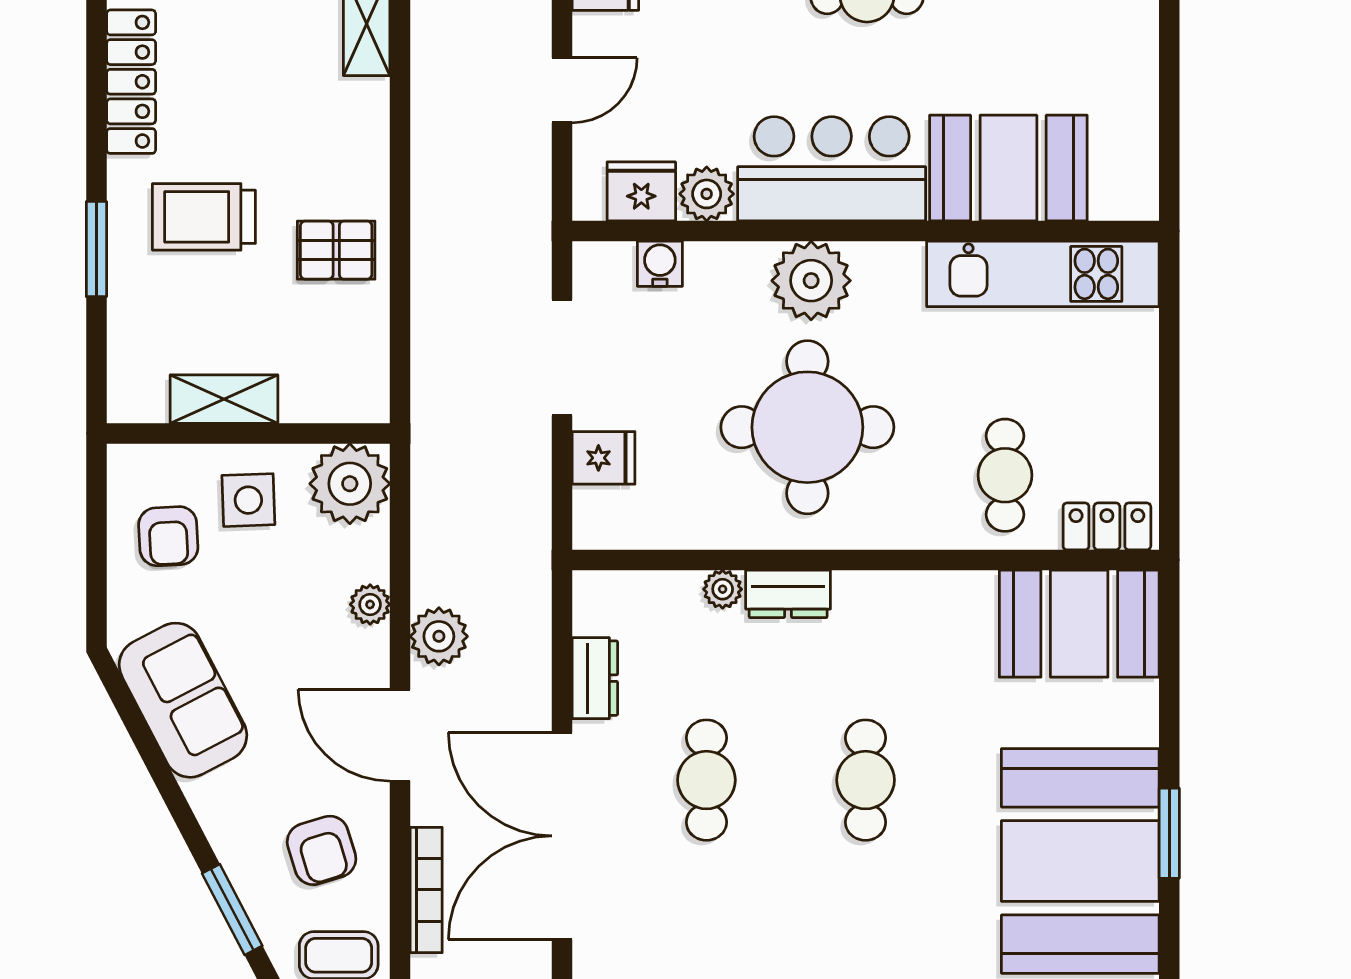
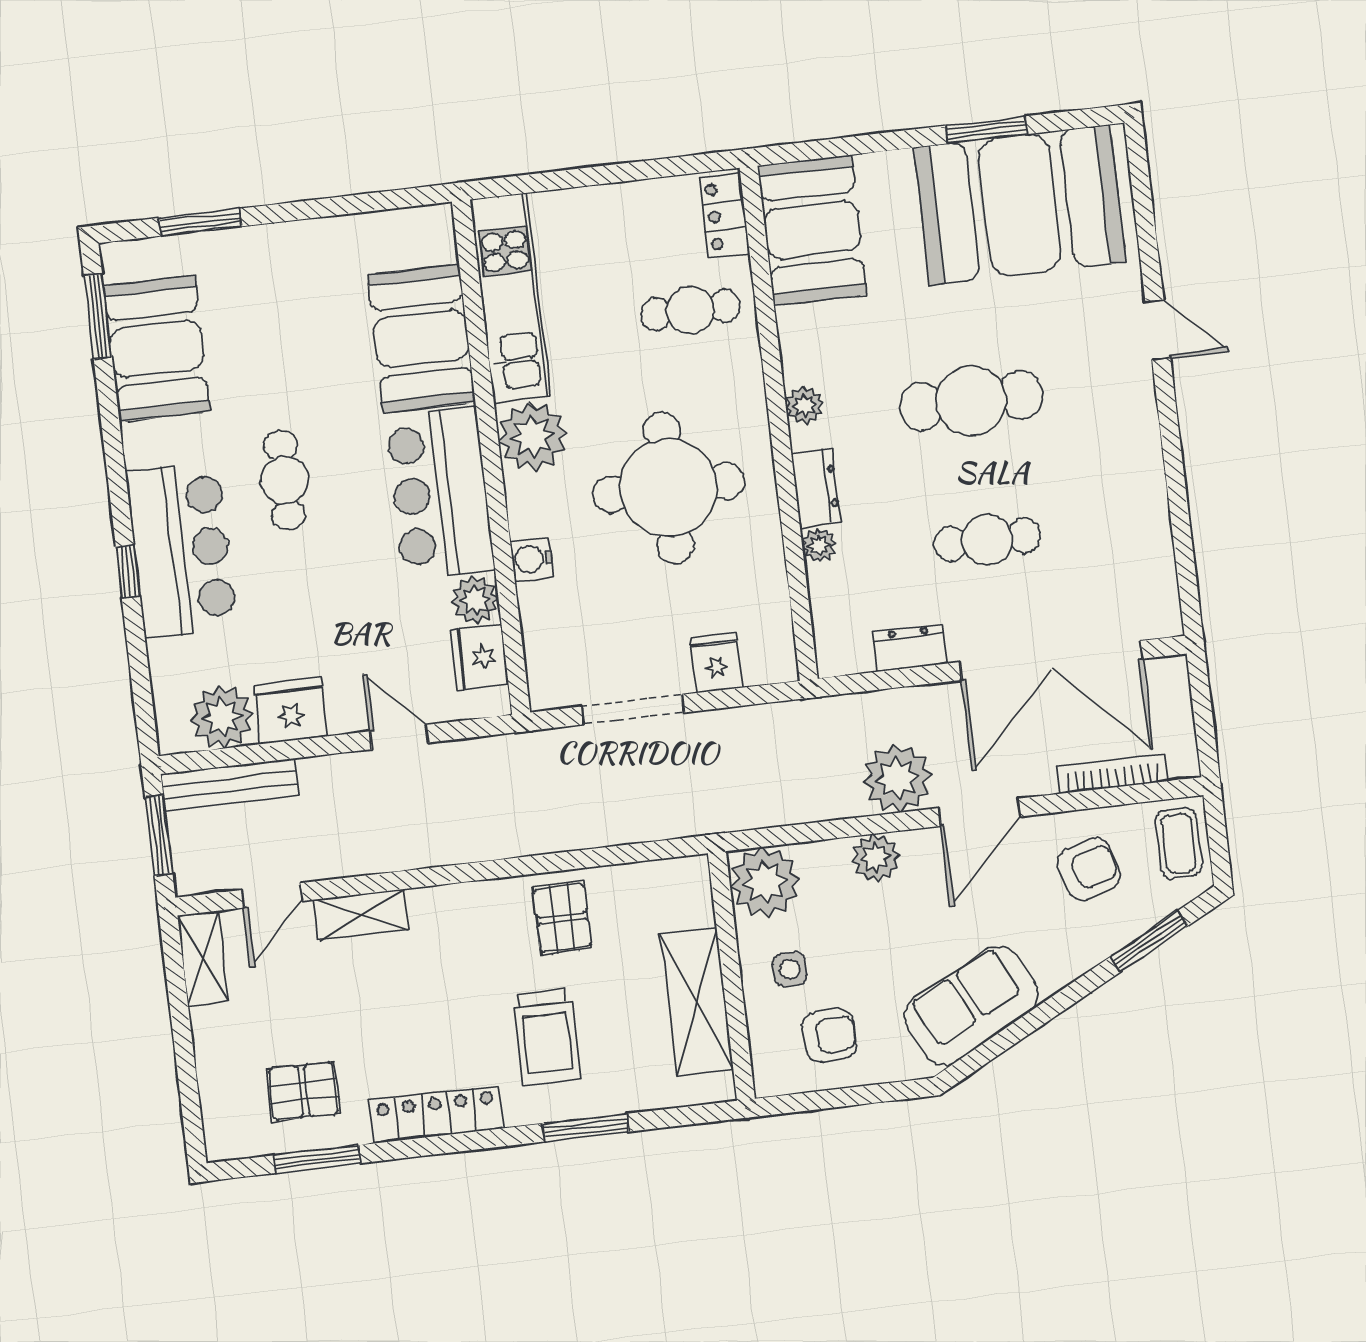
water cooler: (660, 264) -> (532, 559), moved
plant: (811, 281) -> (533, 437), moved
shelving: (224, 399) -> (697, 1002), width x1.50, depth x1.33
side table: (248, 500) -> (790, 969), width x0.73, depth x0.73
plant: (882, 591) -> (804, 406), added
plant: (370, 604) -> (876, 858), width x1.38, depth x1.38
plant: (439, 636) -> (897, 778), width x1.36, depth x1.36
cafe table: (866, 780) -> (971, 401), width x1.37, depth x1.35

